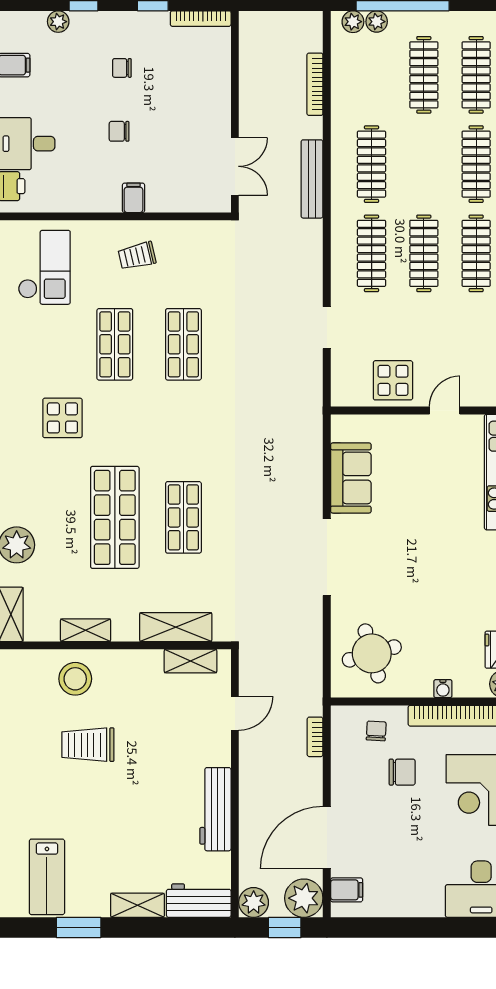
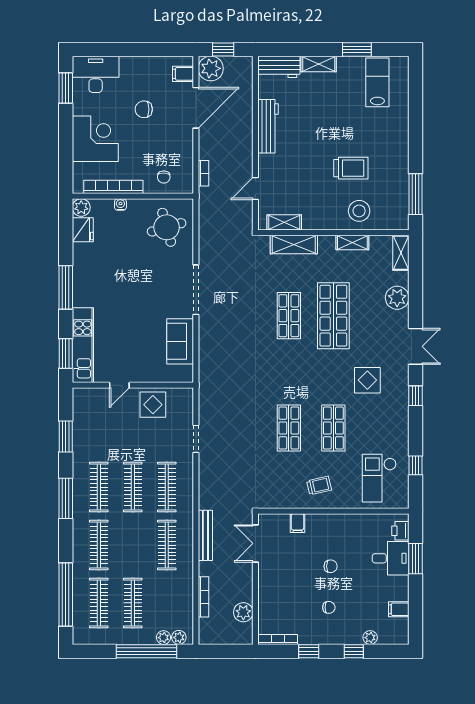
filing cabinet: (133, 198) -> (297, 523), moved
chair: (402, 772) -> (144, 109), moved
plant: (254, 902) -> (243, 612), moved

